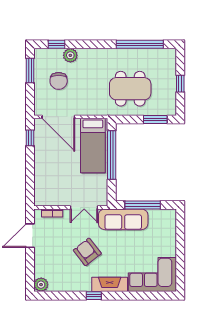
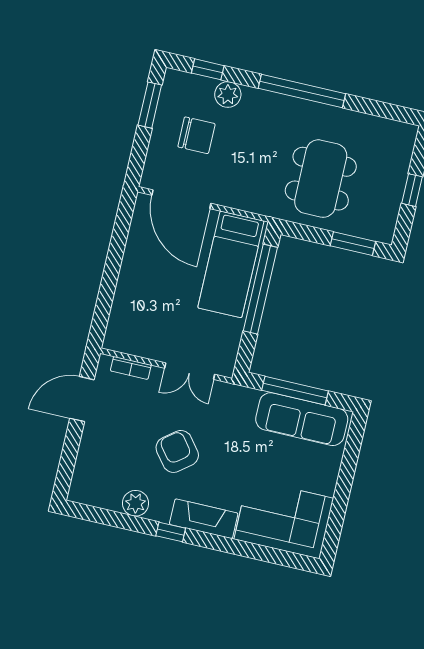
window: (140, 44) -> (302, 91), moved
chair: (59, 81) -> (196, 135), turned -90
dining table: (130, 89) -> (321, 179), turned 90
window: (30, 138) -> (122, 225), removed
sofa: (123, 219) -> (302, 419), moved
plant: (41, 285) -> (136, 503), moved

